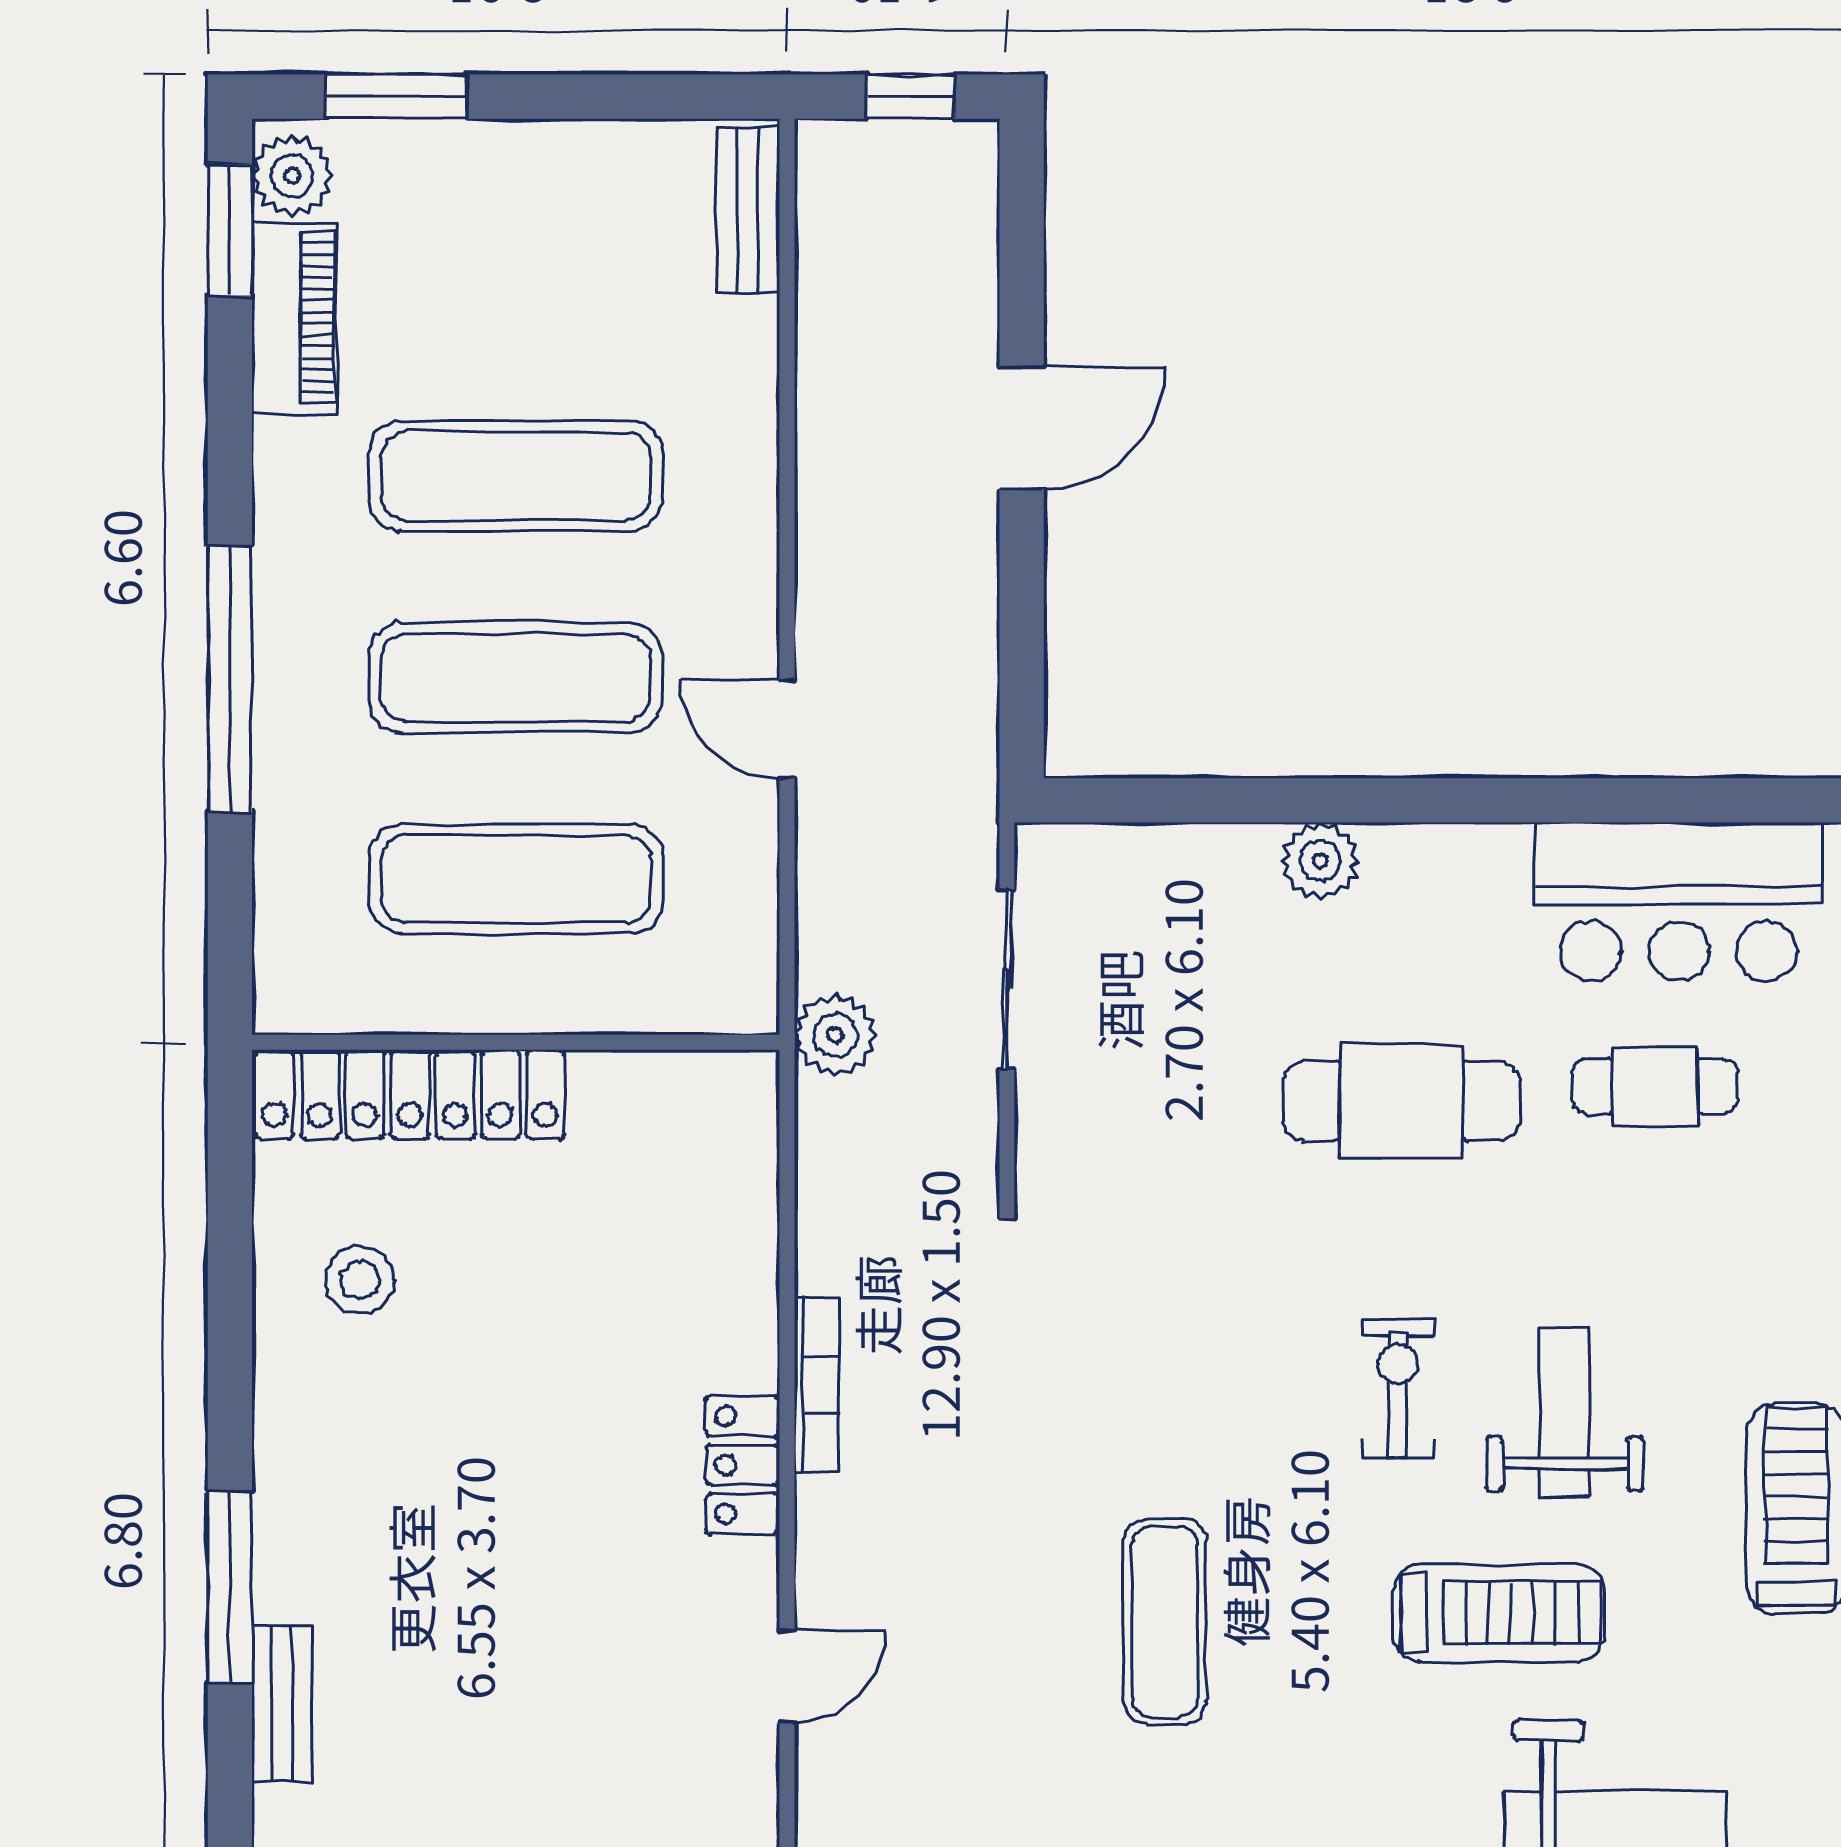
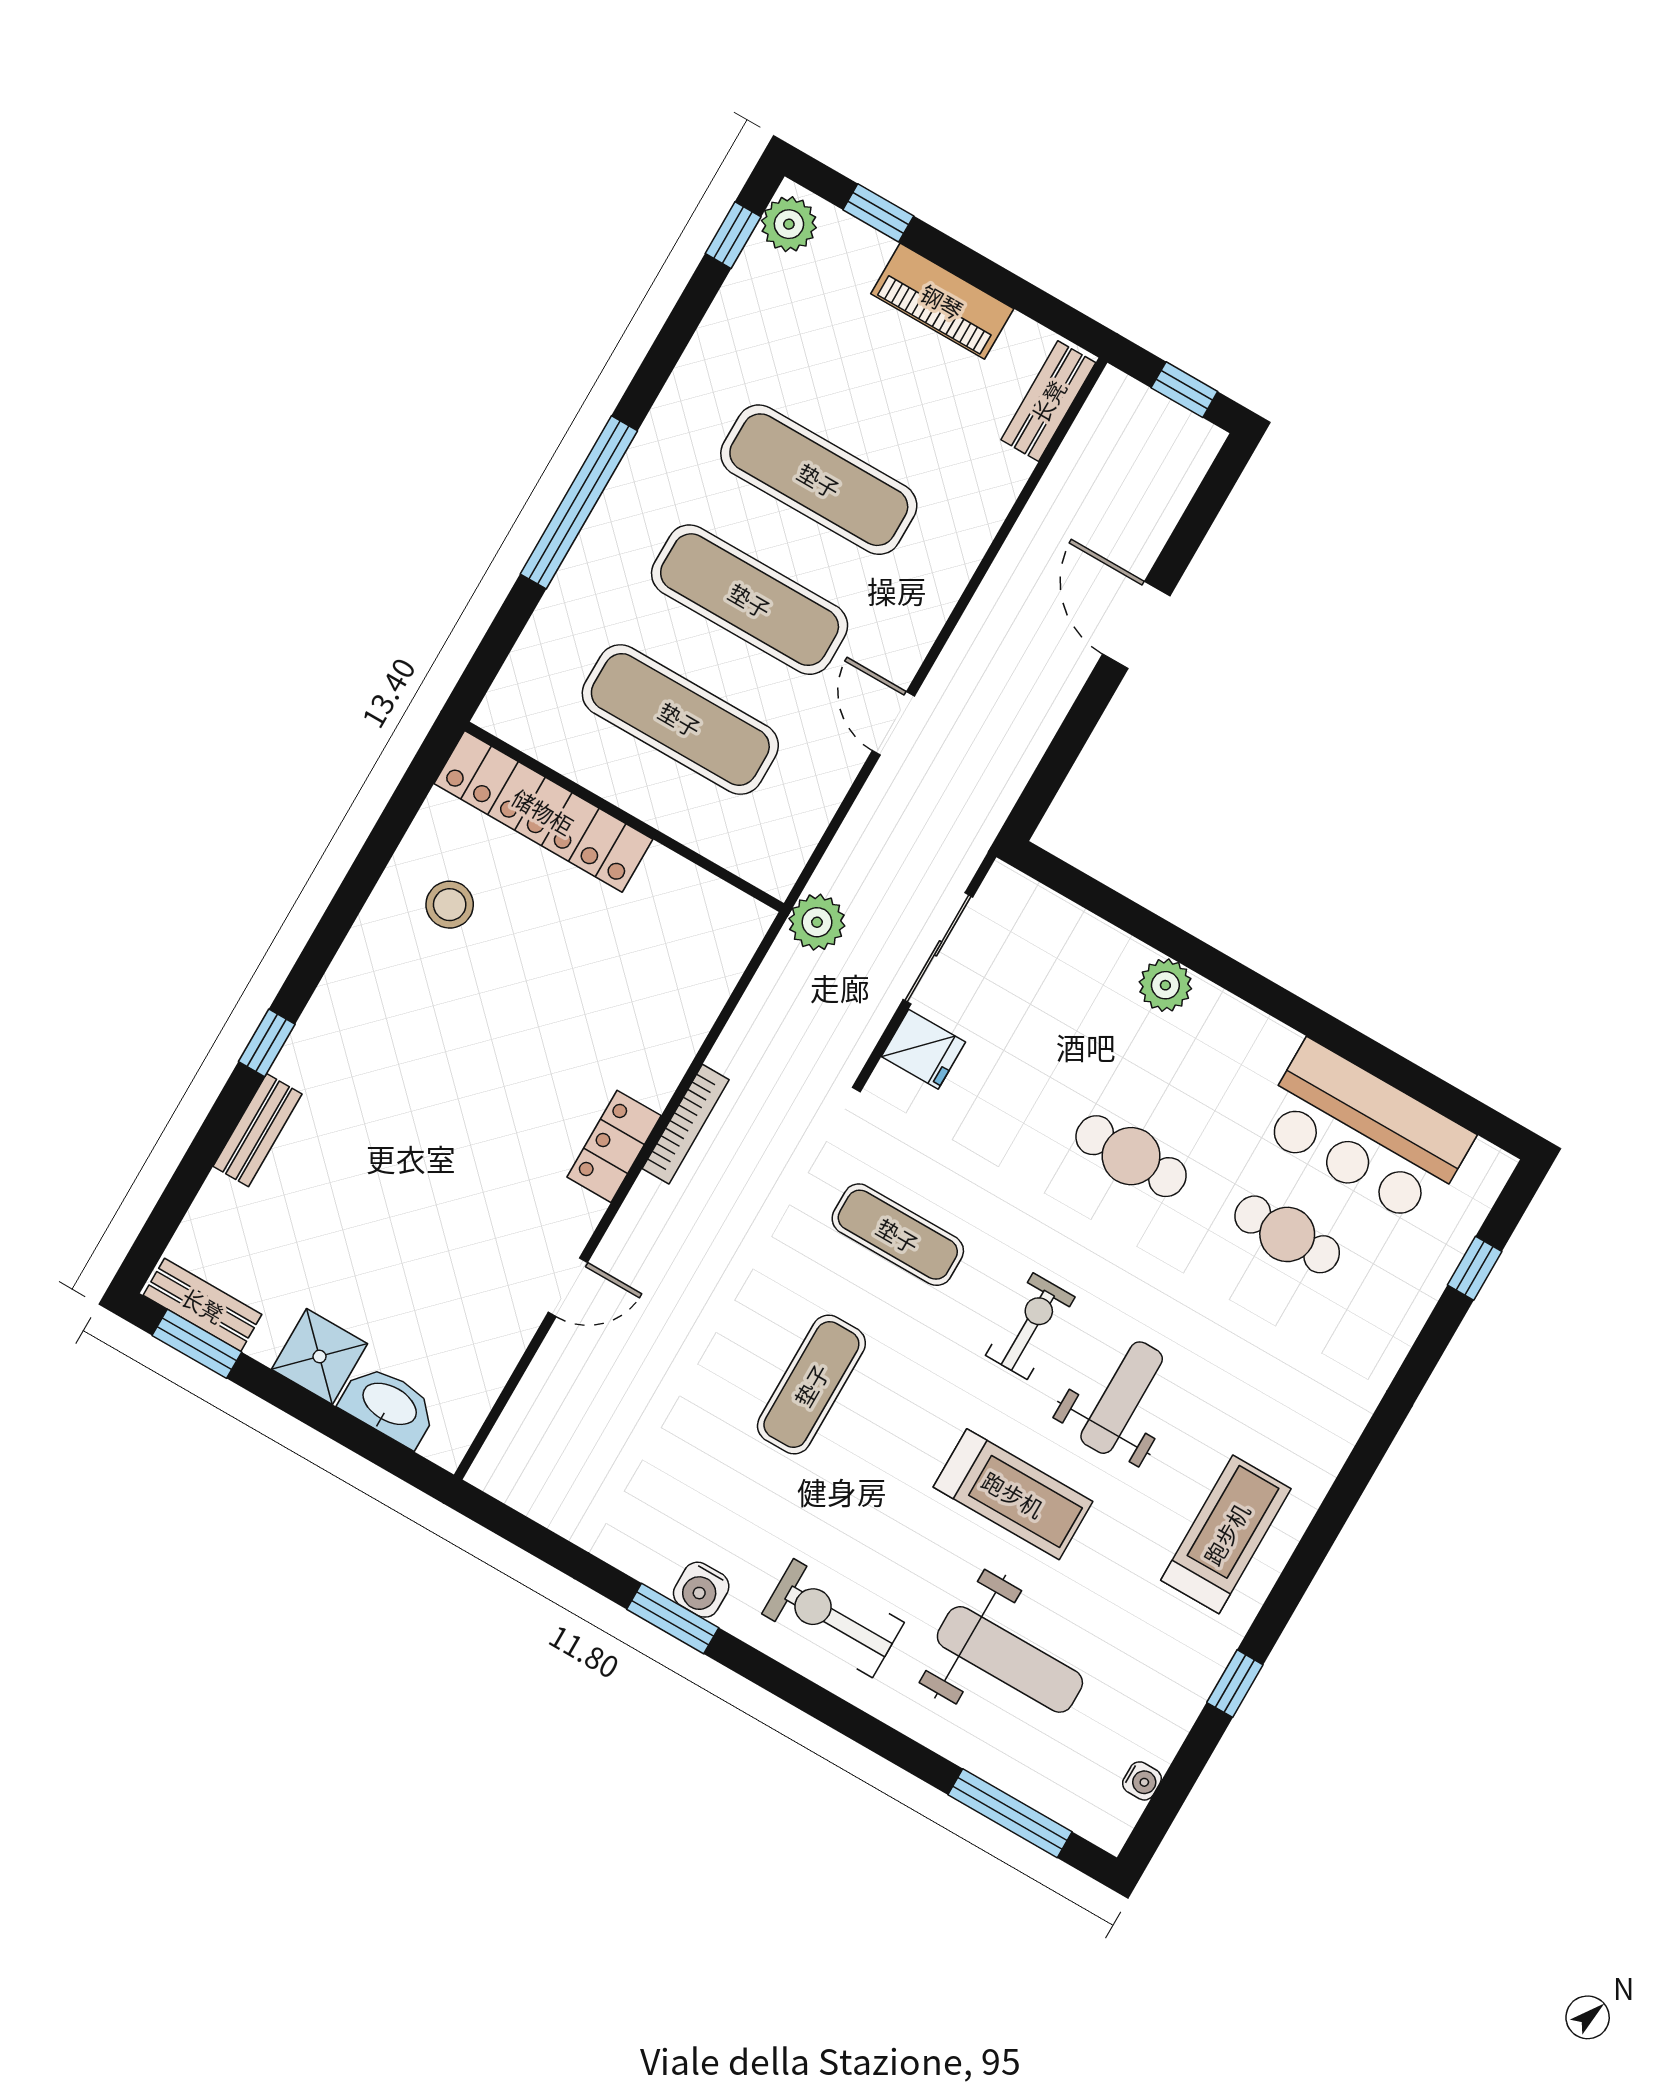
window: (397, 97) -> (878, 213), width x0.67
window: (230, 230) -> (733, 235), width x0.67
piano: (295, 318) -> (942, 301), moved, turned 90
door: (1022, 428) -> (1136, 625), swing flipped
cafe table: (1401, 1101) -> (1131, 1156), width x0.73, depth x0.74
fridge: (1062, 1118) -> (923, 1049), added
exercise mat: (1164, 1370) -> (898, 1235), added
window: (230, 1587) -> (267, 1043), width x0.46

